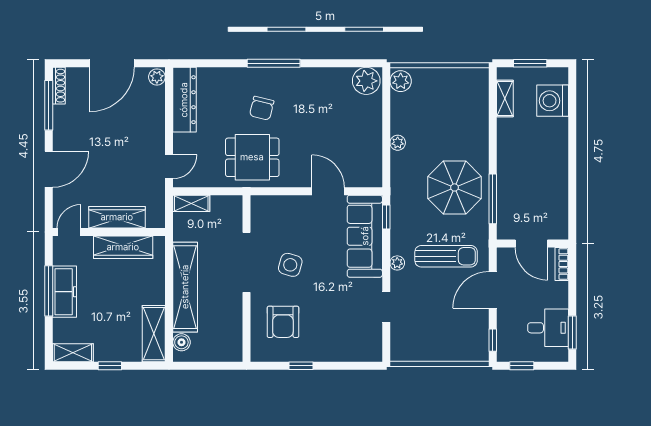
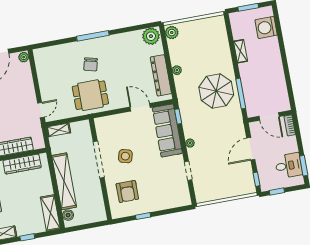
shelving: (505, 98) -> (241, 51), moved
dresser: (184, 100) -> (161, 75), moved, turned 180
sun lounger: (446, 256) -> (219, 134), removed

